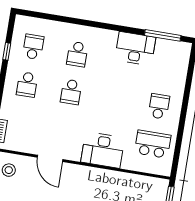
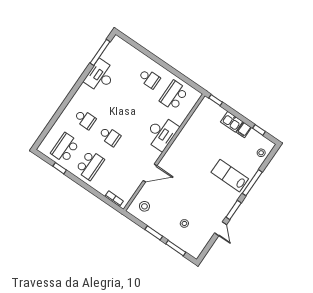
school desk: (33, 47) -> (65, 148), width x1.85
school desk: (27, 85) -> (90, 165), width x1.85
school desk: (159, 106) -> (149, 79), turned 180

